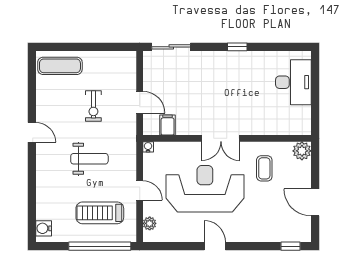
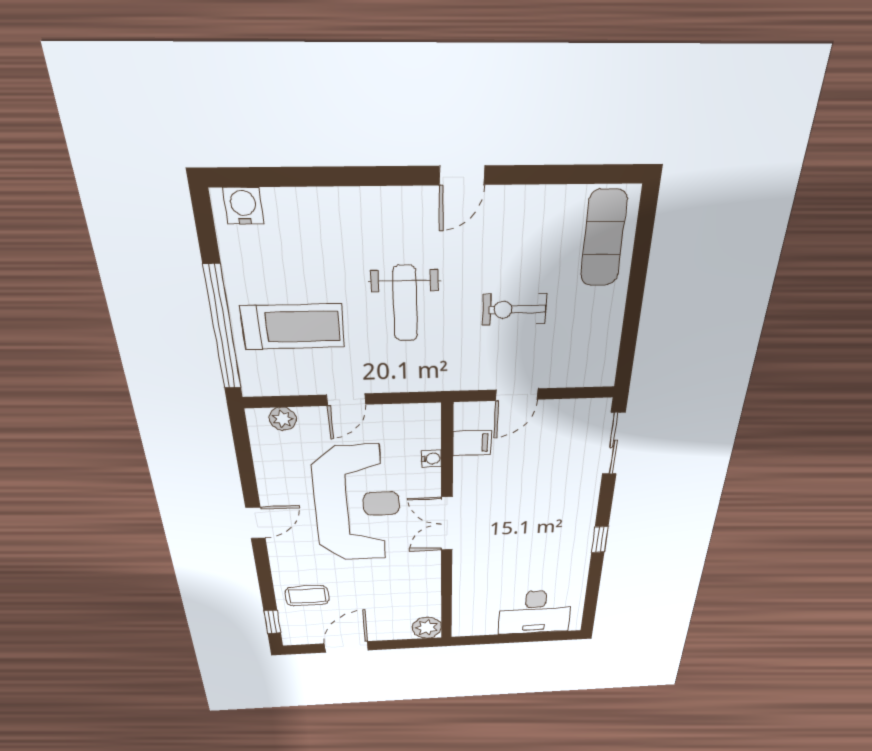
water cooler: (148, 147) -> (431, 459), moved
coffee table: (264, 168) -> (307, 596), moved
treadmill: (100, 213) -> (293, 327), turned 90

